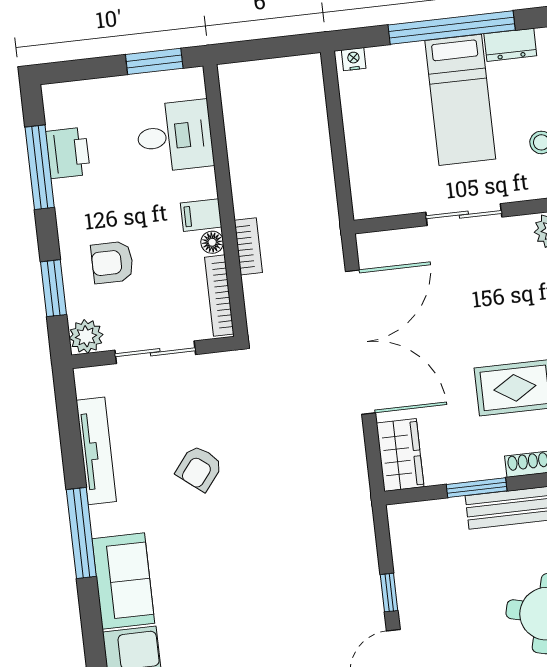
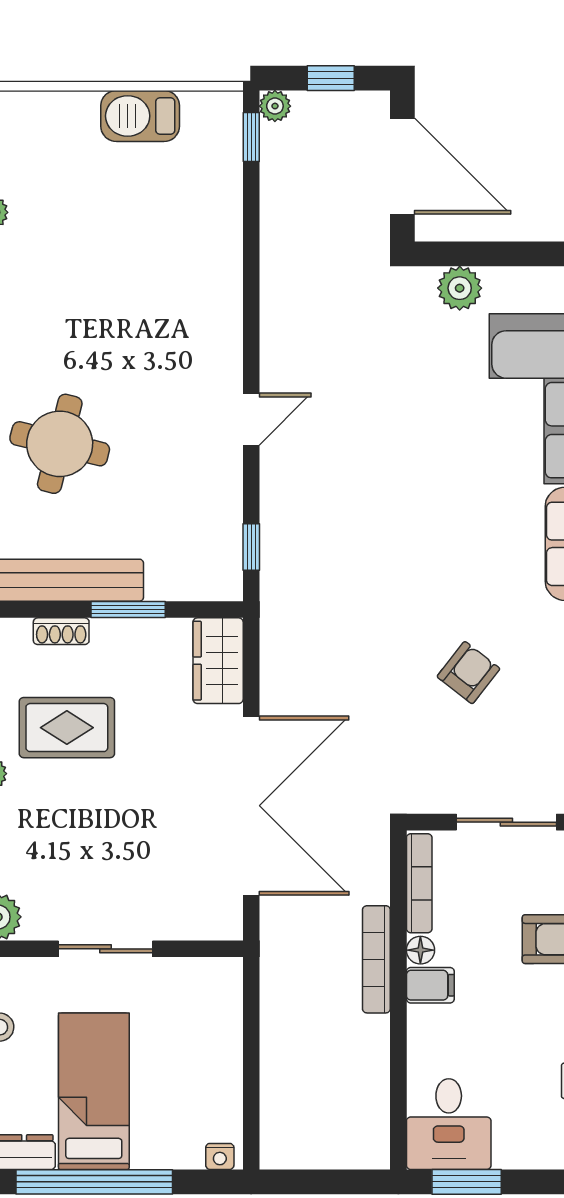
desk: (175, 136) -> (449, 1124), moved, turned -90
bookcase: (248, 246) -> (376, 959), width x1.56
double door: (361, 342) -> (251, 806), swing flipped
window: (389, 593) -> (251, 547), moved

